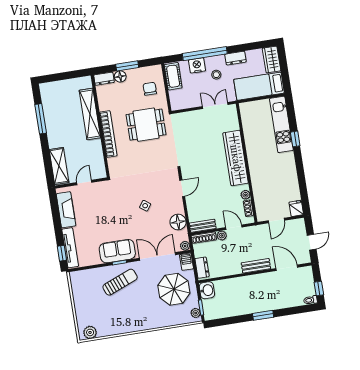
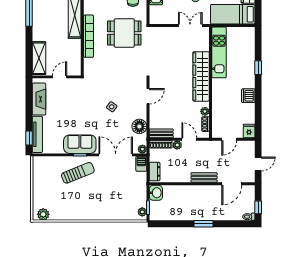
kitchen unit: (281, 124) -> (219, 52), moved, turned 180
dishwasher: (289, 171) -> (248, 96), added
door: (287, 268) -> (232, 184), swing flipped
parasol: (174, 289) -> (126, 187), removed

